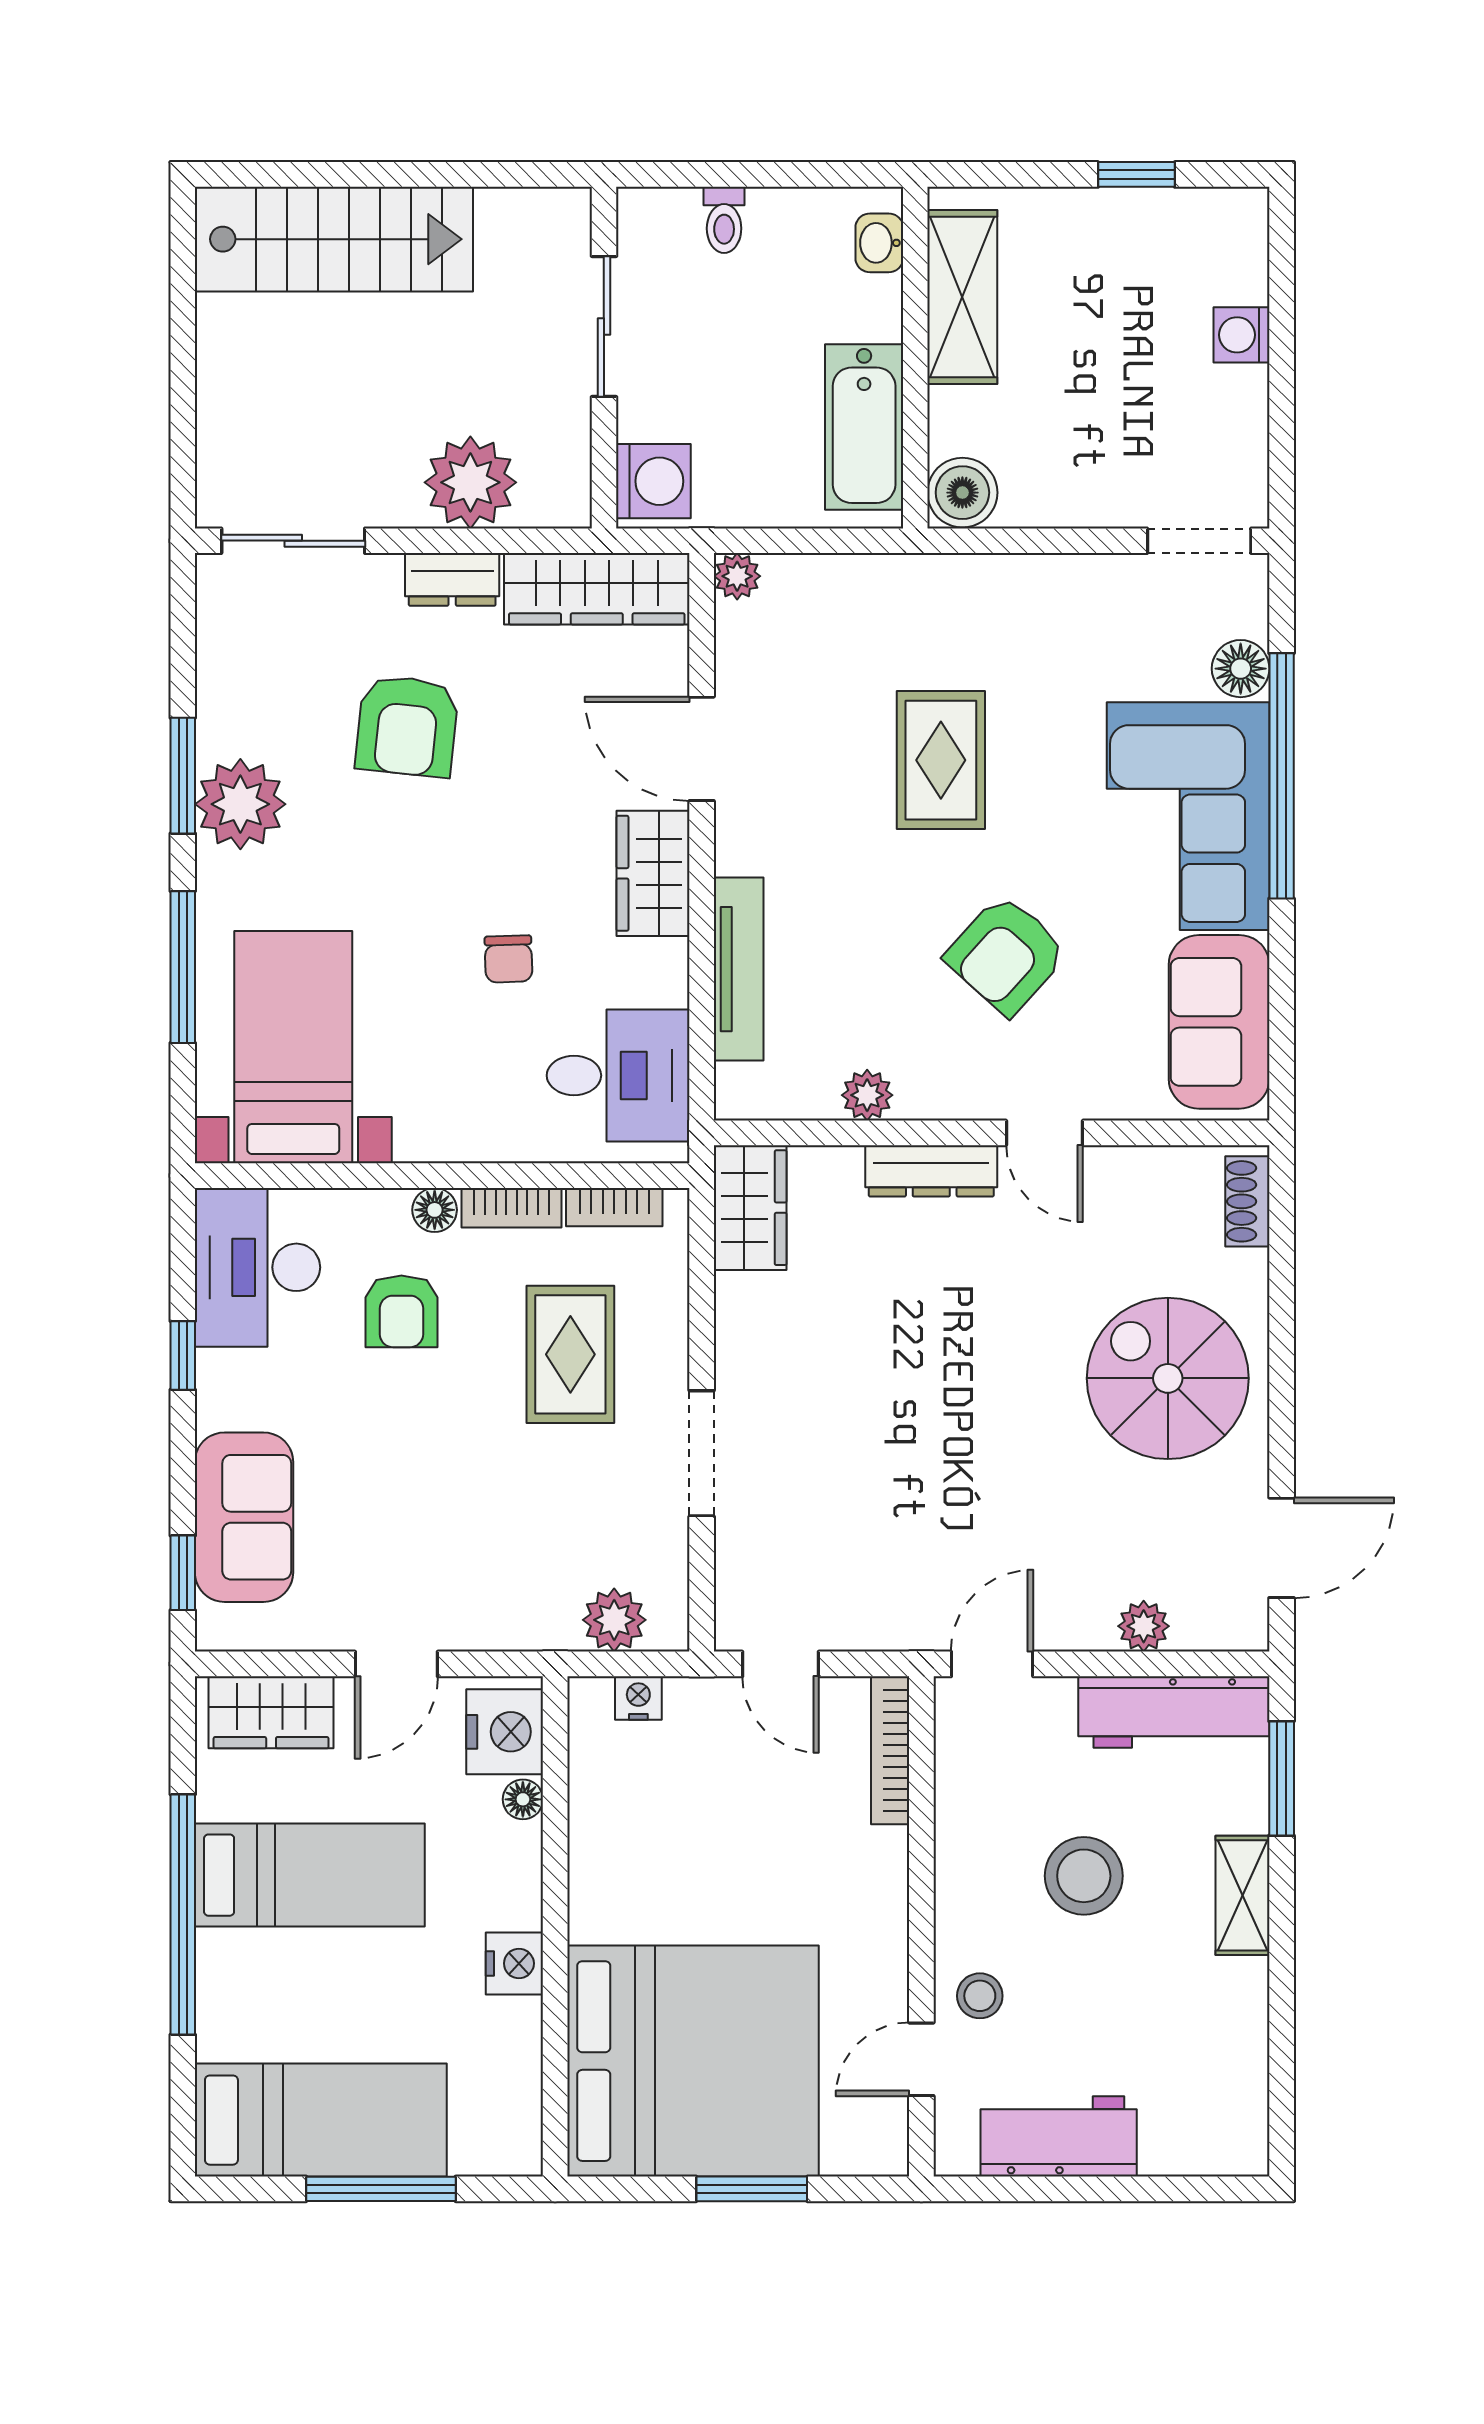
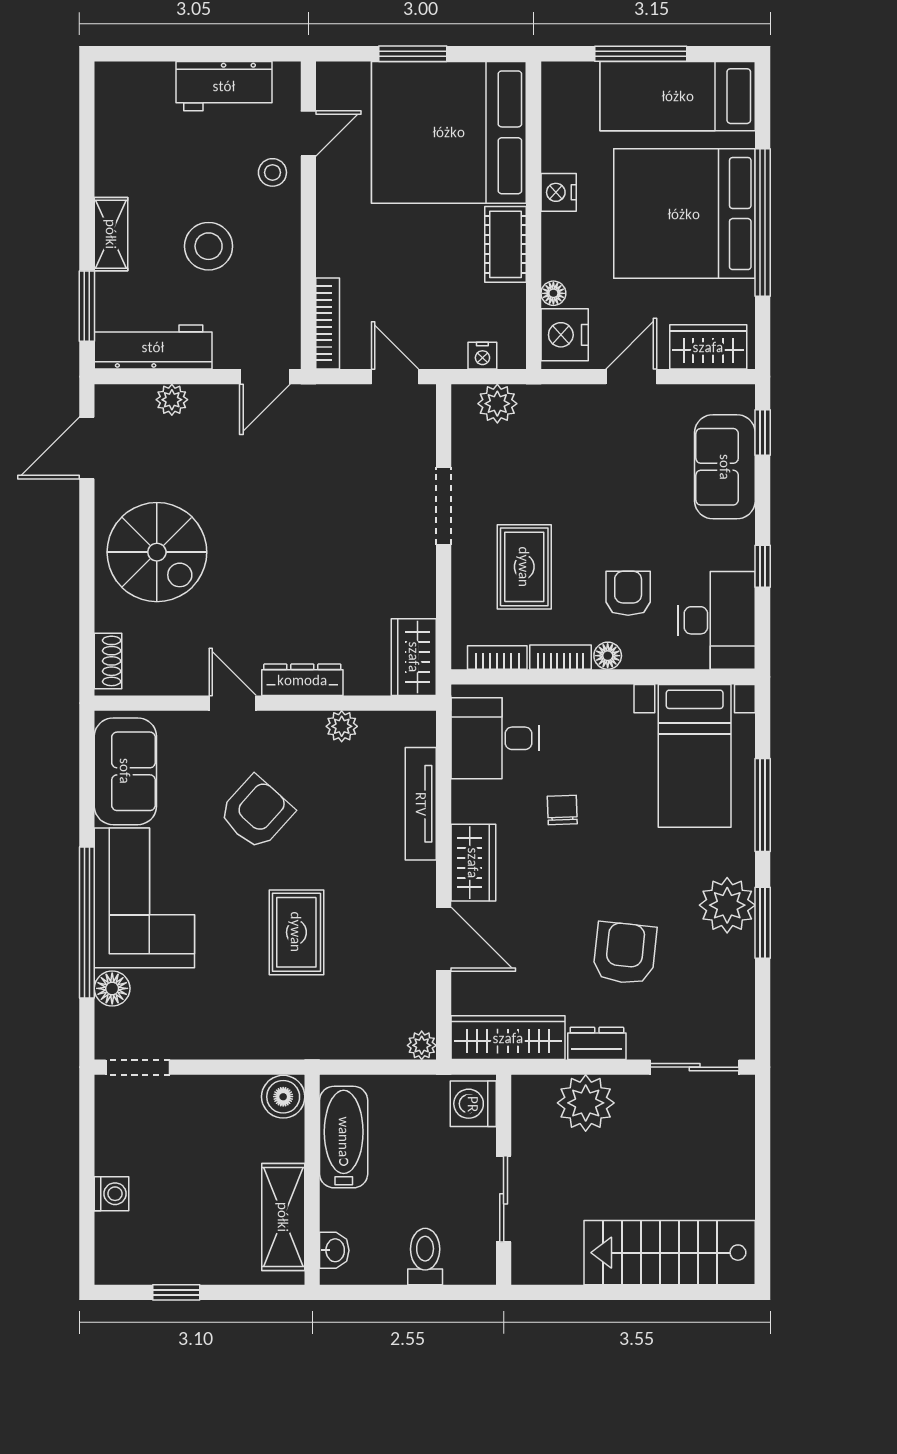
toilet: (724, 220) -> (425, 1257), width x1.37, depth x1.39
bed: (310, 1875) -> (684, 214), width x2.04
cot: (601, 1879) -> (505, 244), added

